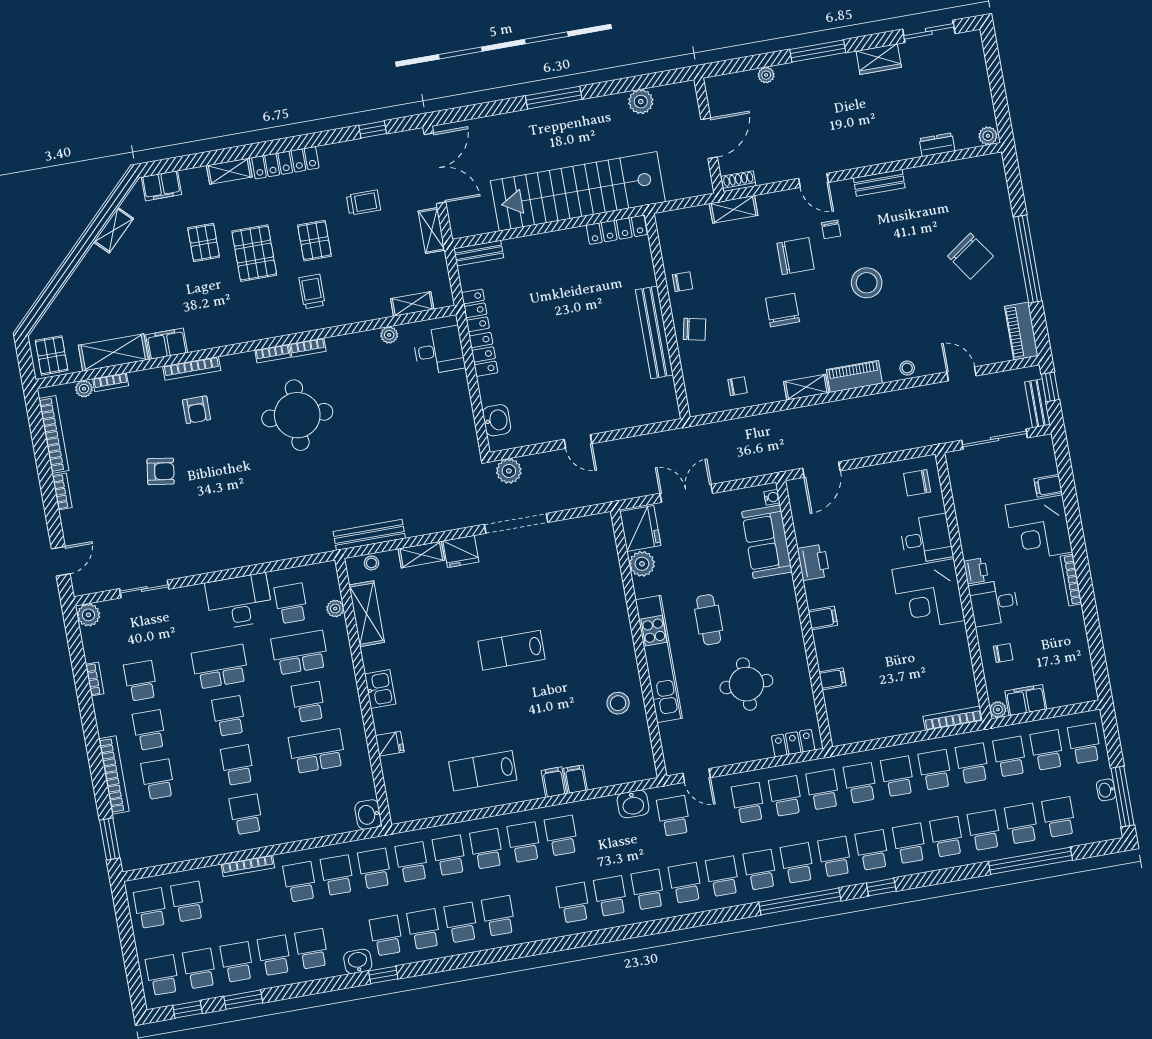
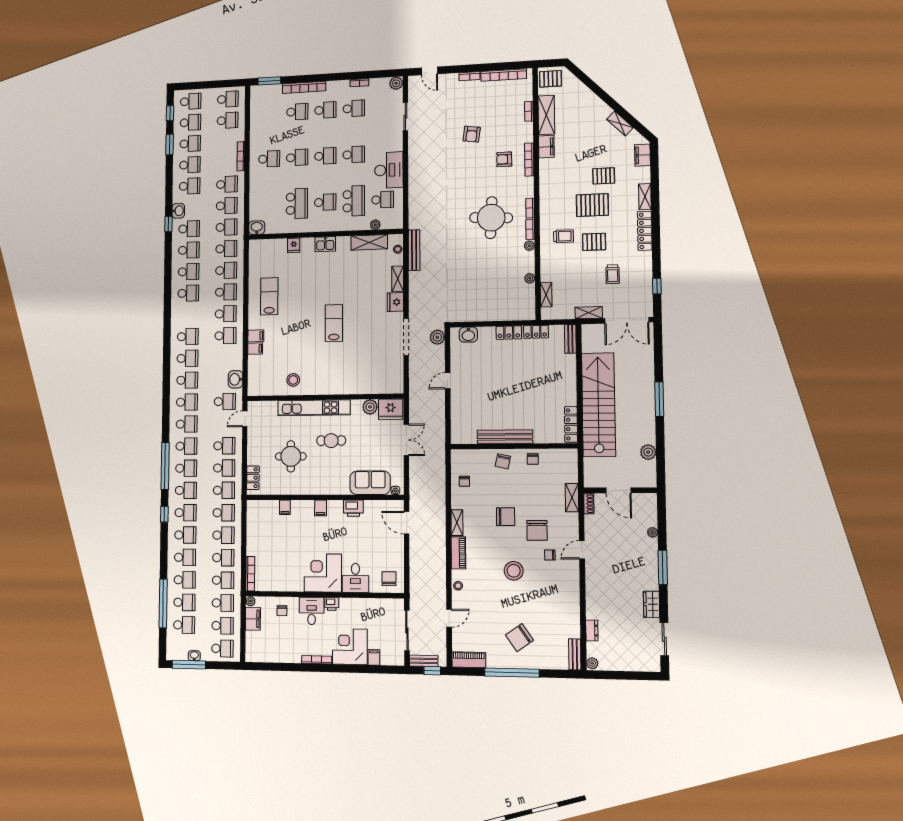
bench: (879, 183) -> (575, 654), moved
desk: (439, 350) -> (516, 306), removed
plant: (84, 389) -> (529, 246), moved
school desk: (220, 667) -> (354, 155), width x0.54

